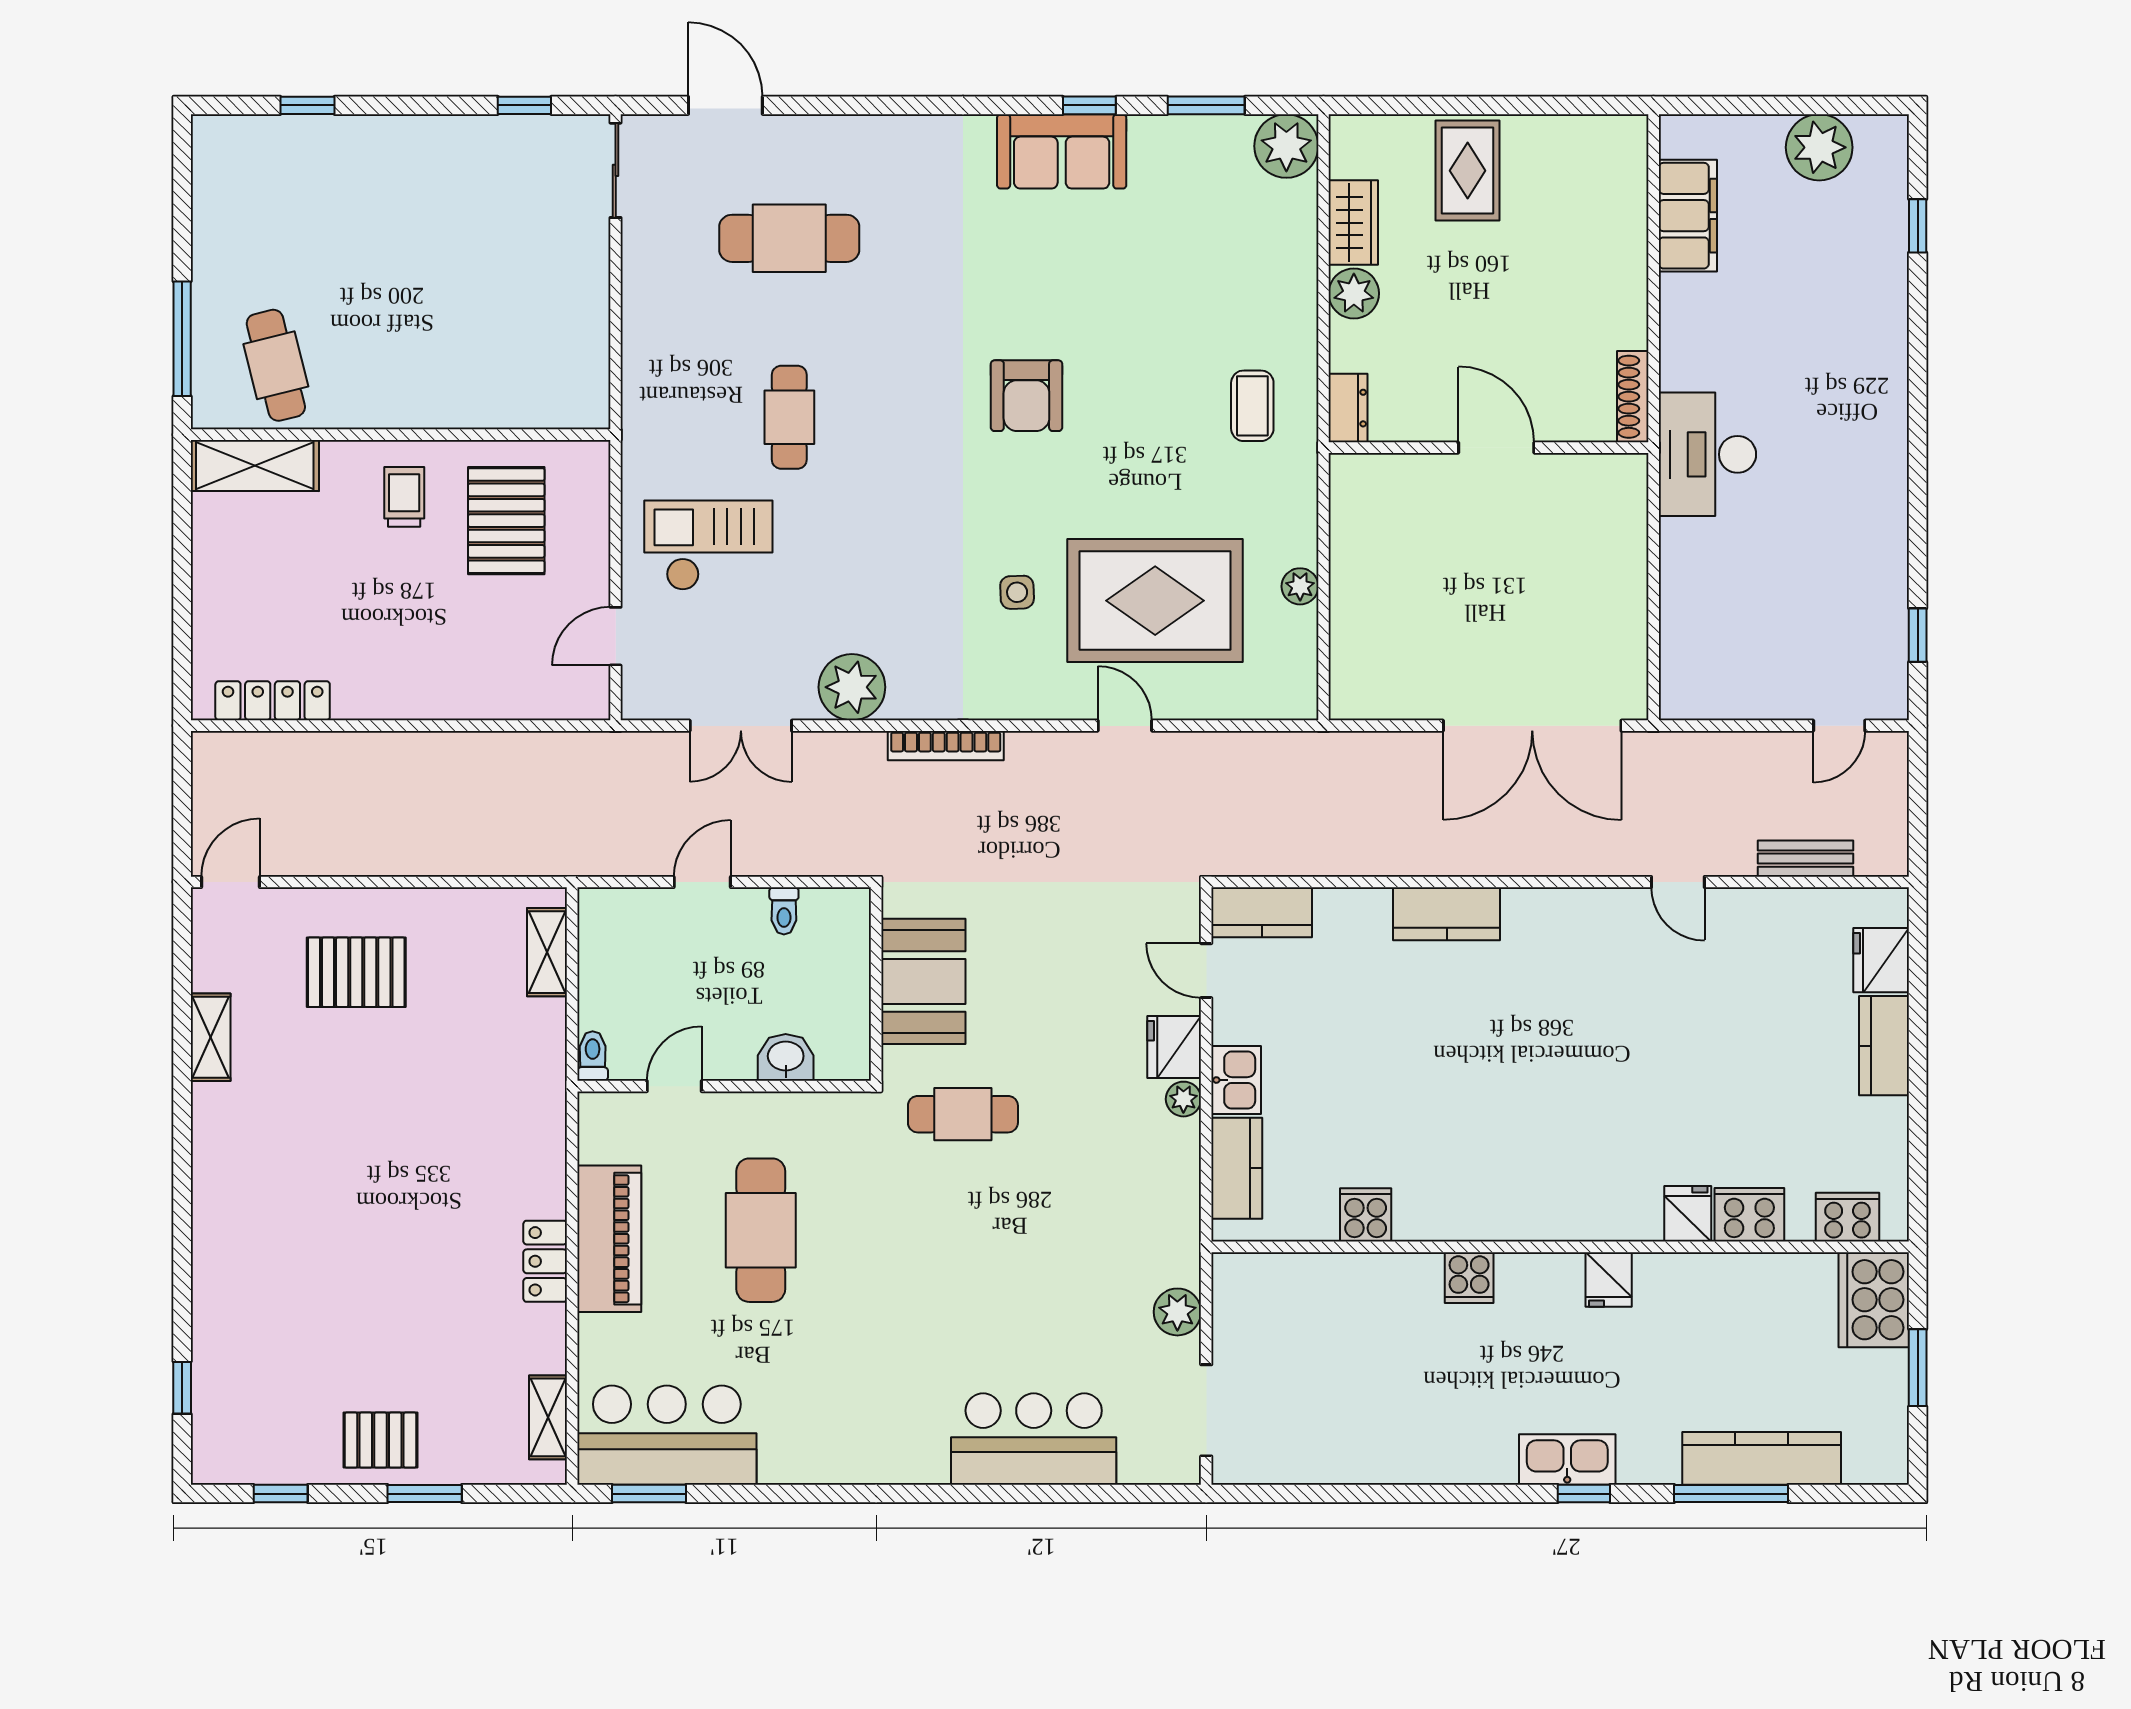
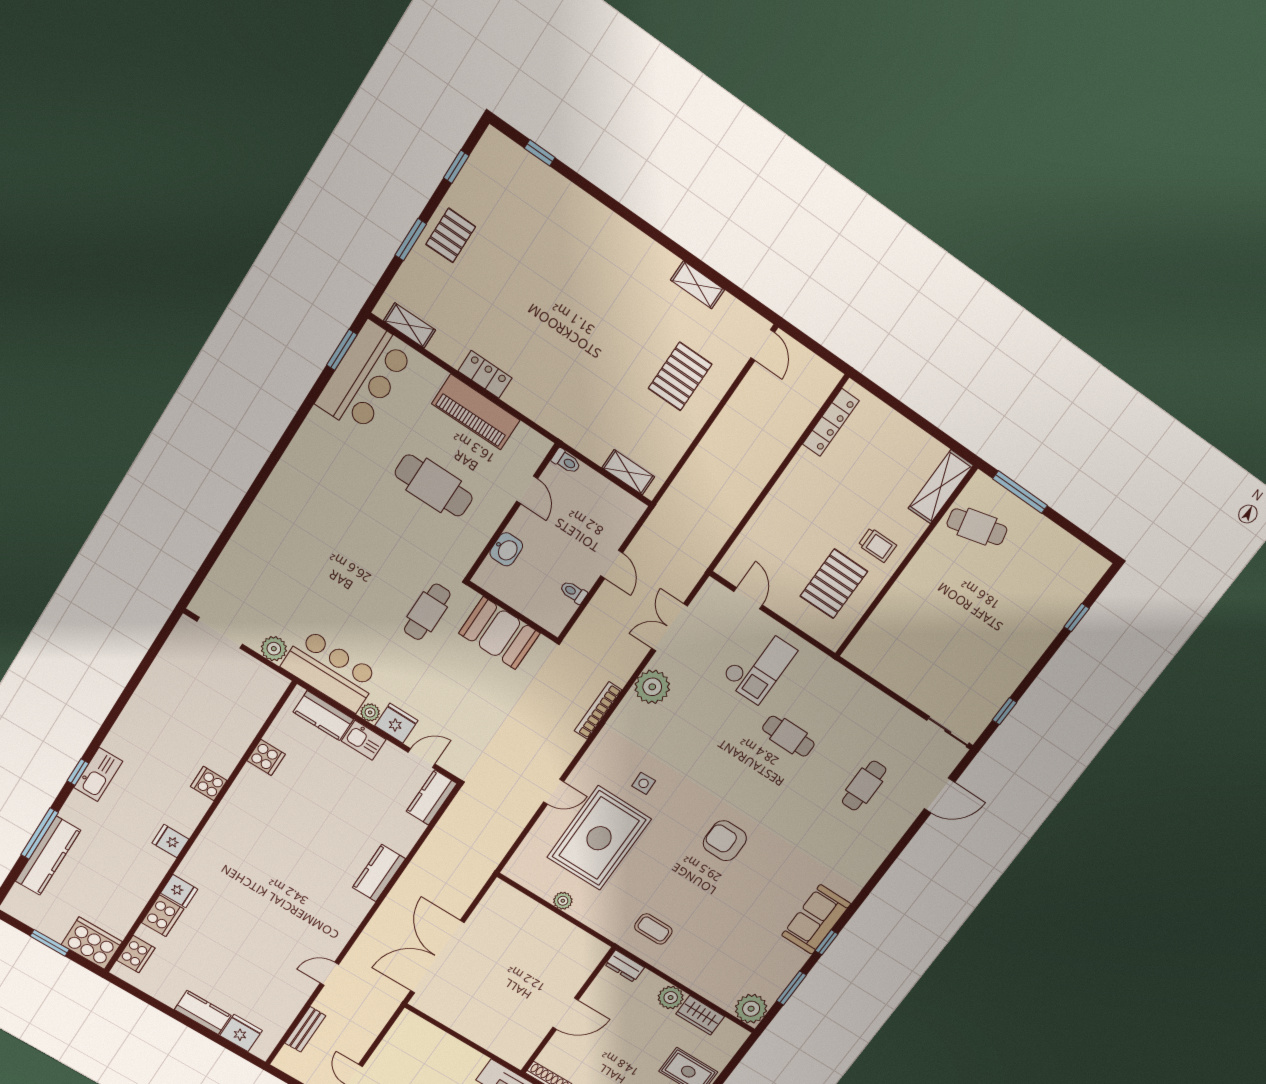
cafe table: (789, 238) -> (864, 786), width x0.73, depth x0.74
pallet: (506, 521) -> (834, 584), turned 90
bar counter: (1034, 1439) -> (331, 671), moved, turned -90

